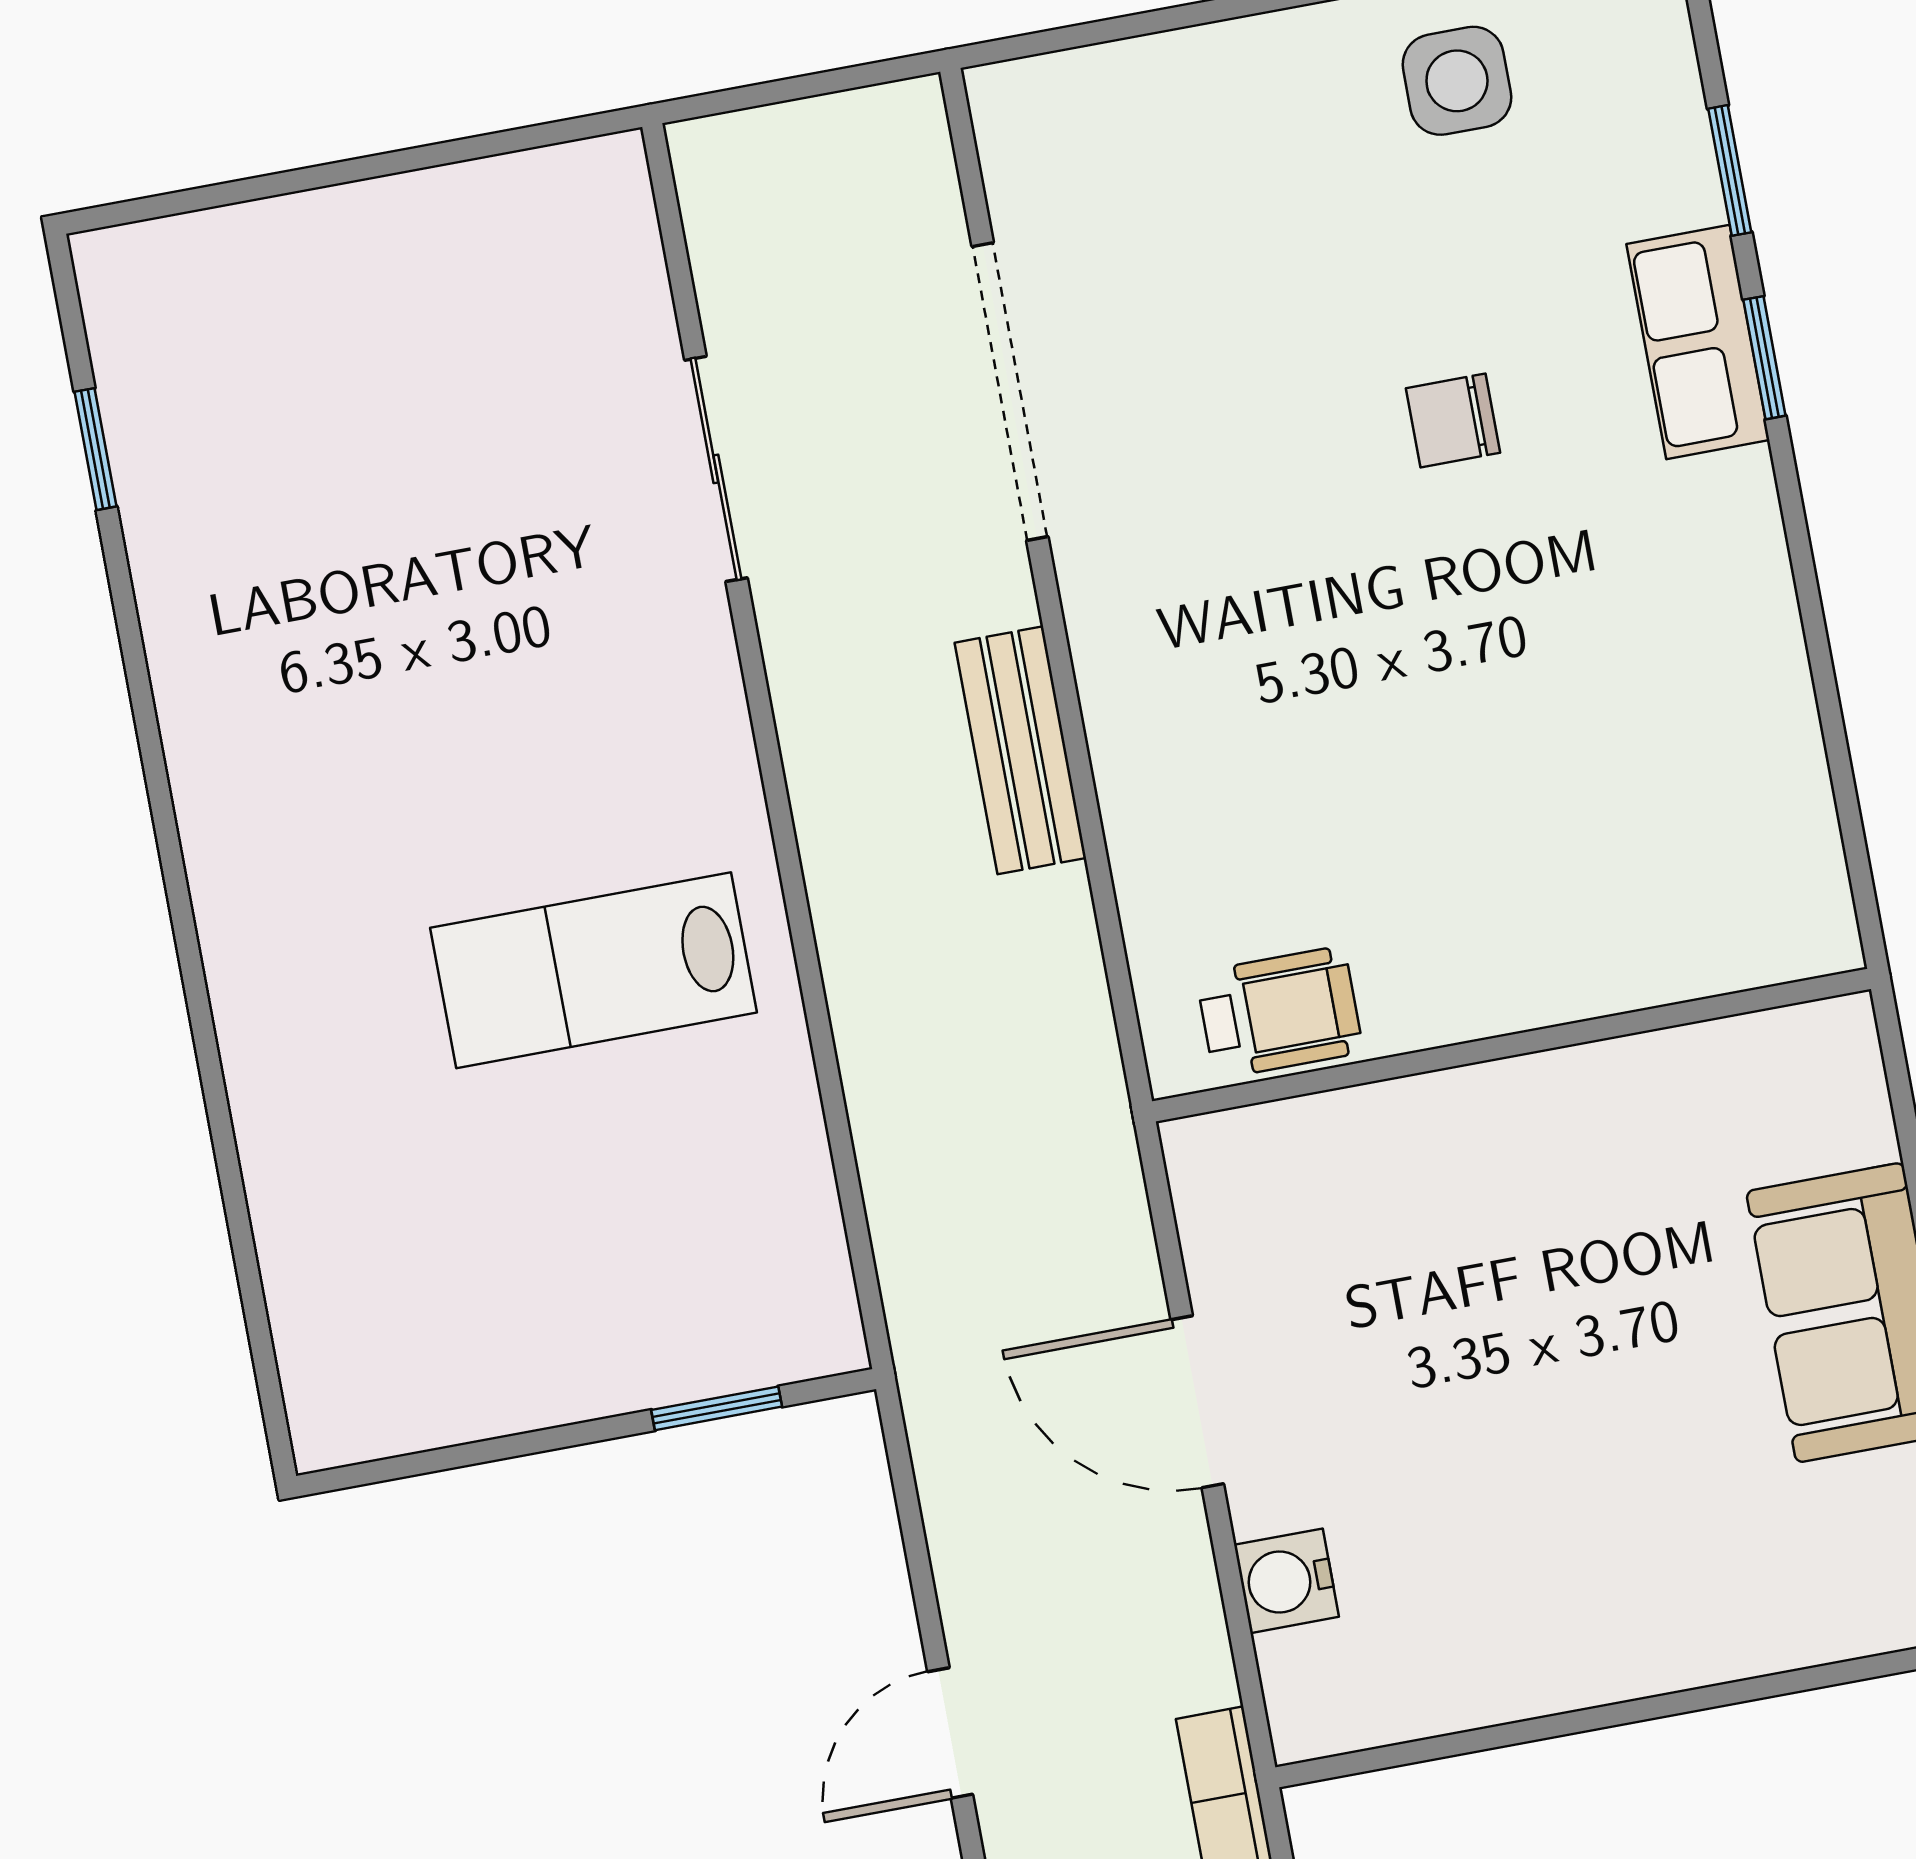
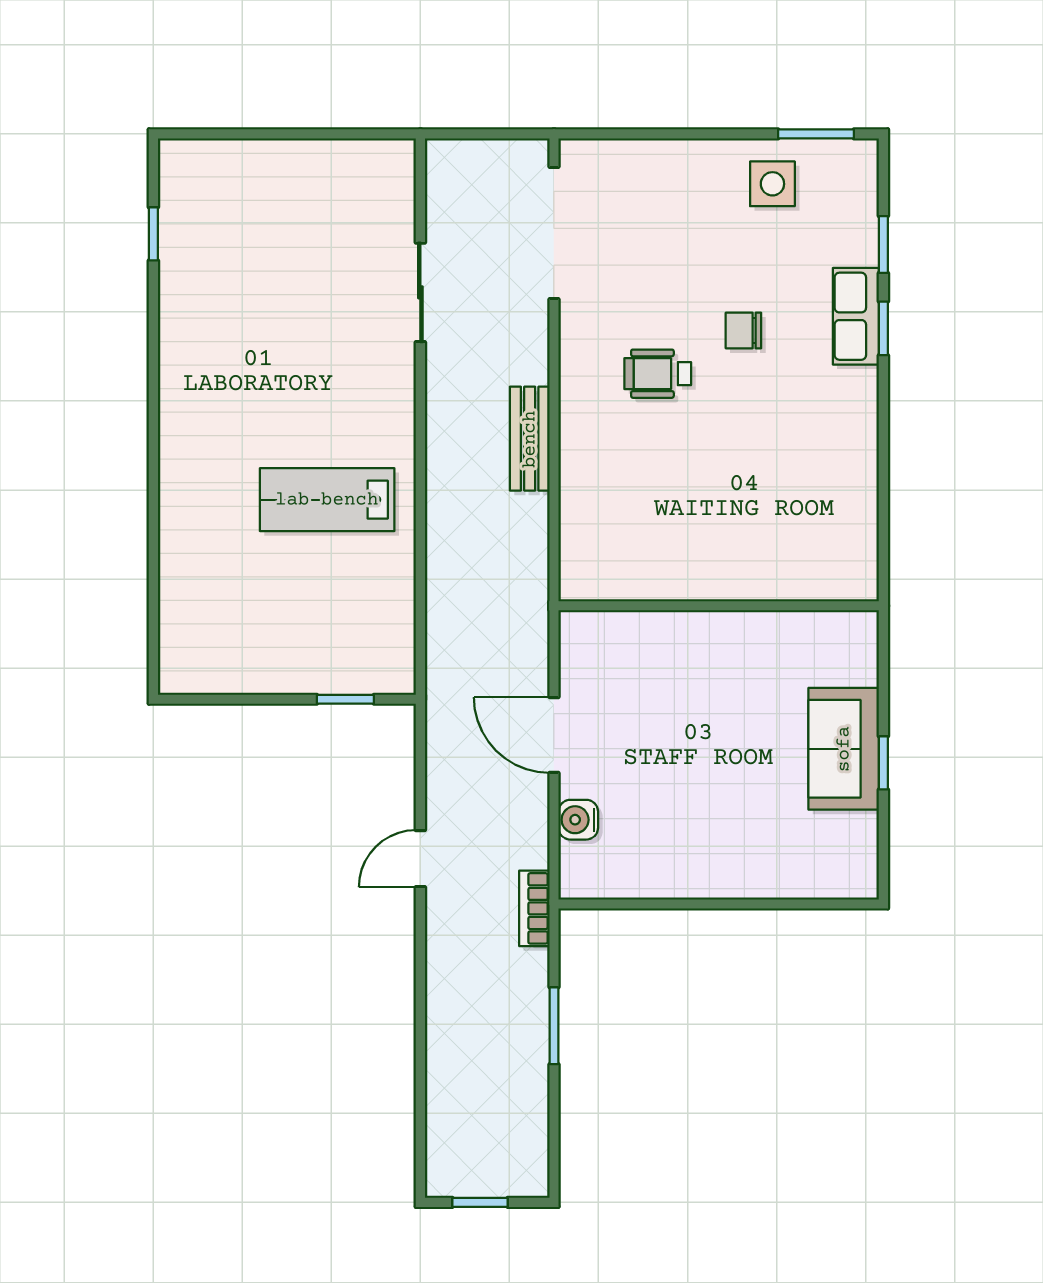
doorway: (1010, 391) -> (554, 233), moved
wheelchair: (1279, 1013) -> (658, 374), moved, turned 180

